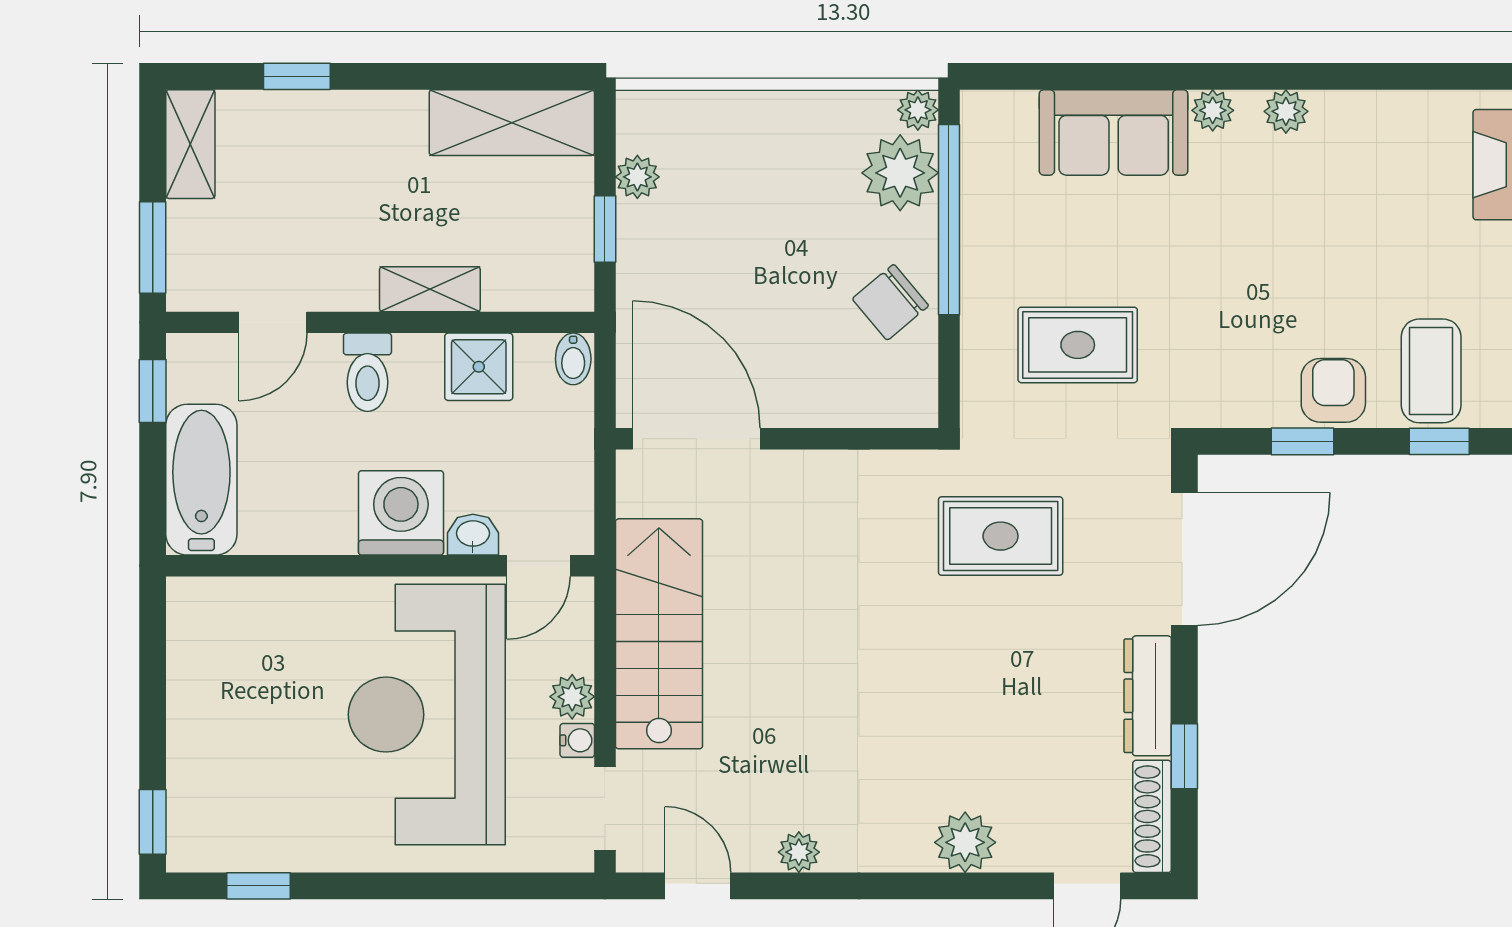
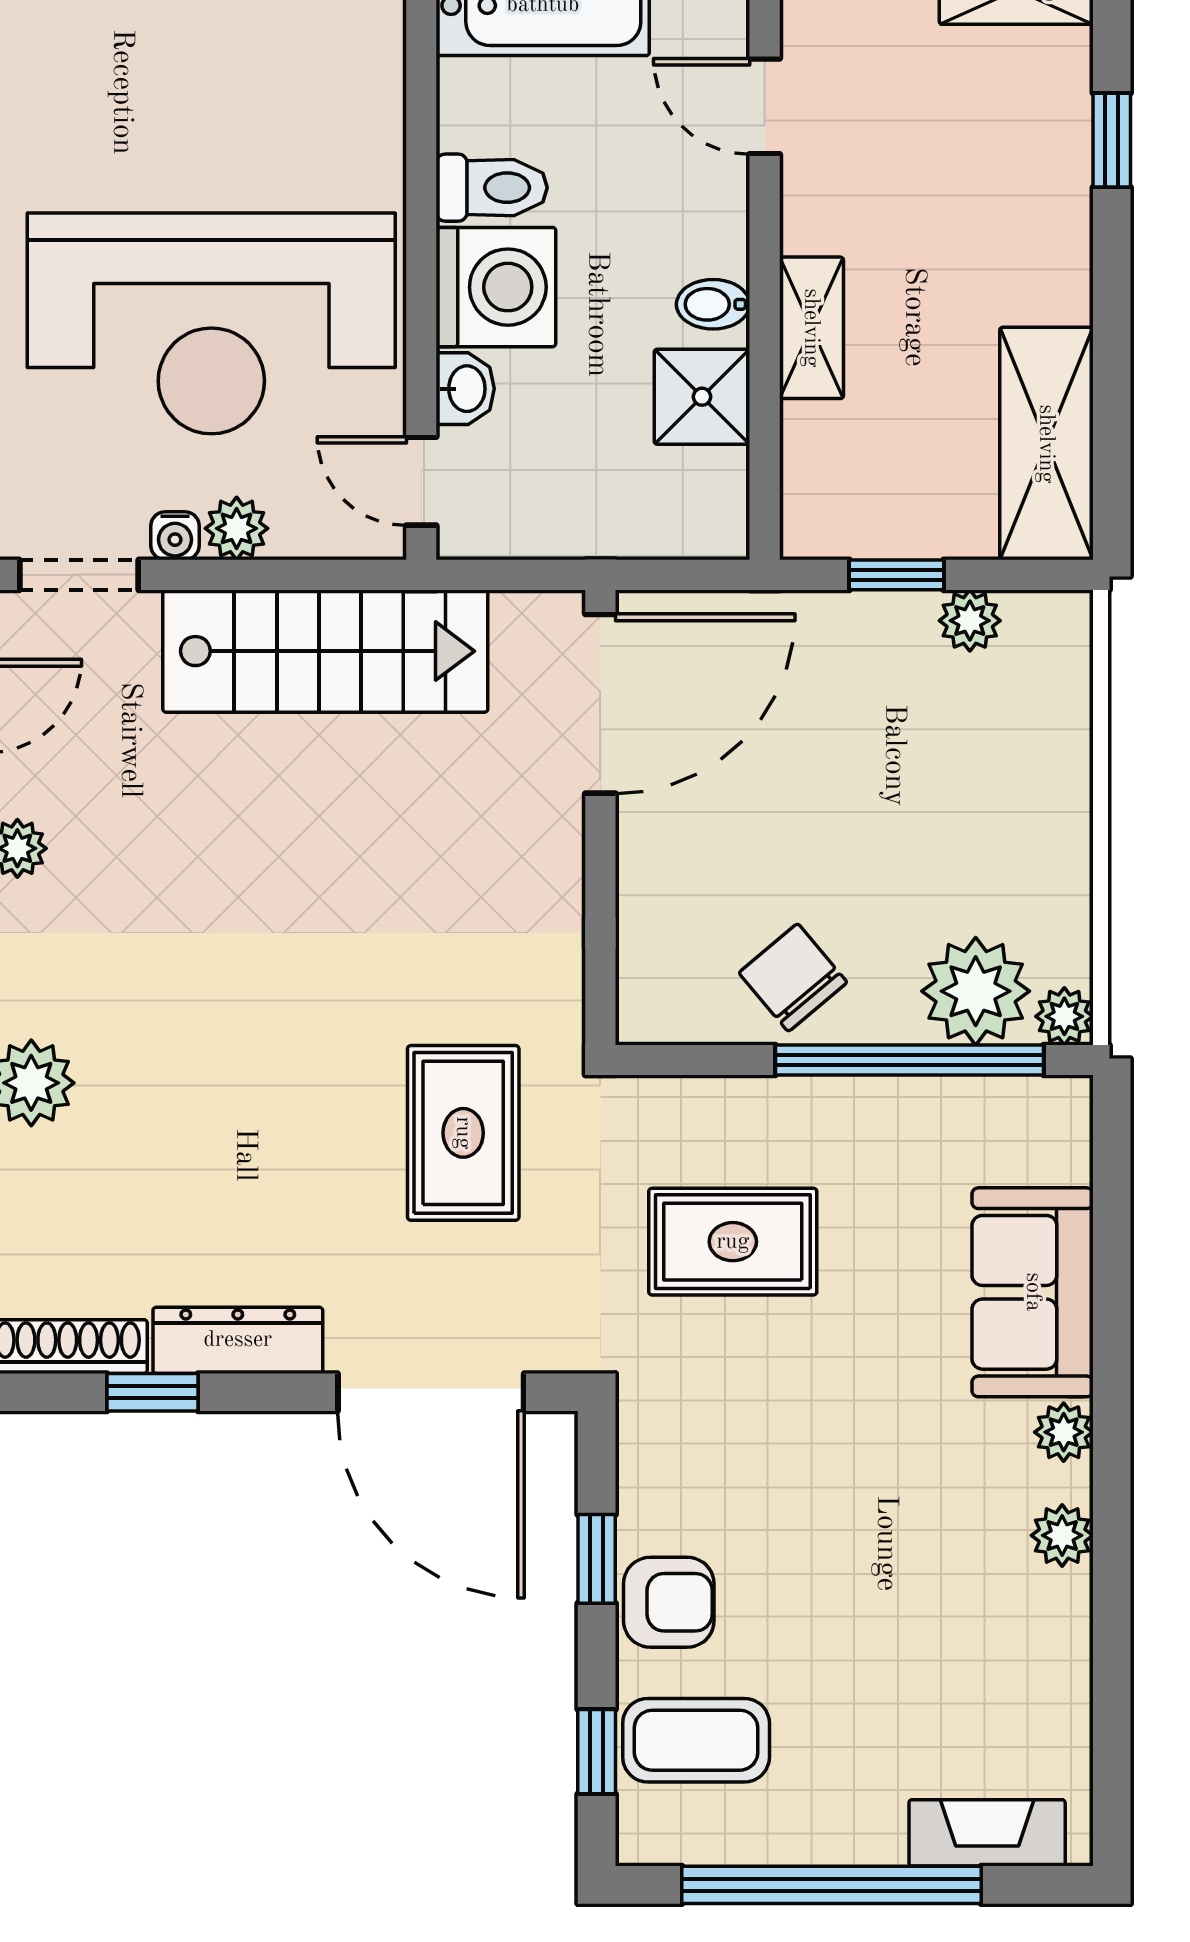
rug: (1078, 345) -> (733, 1242), turned 90
bidet: (573, 359) -> (713, 304), moved
toilet: (367, 372) -> (492, 188), moved, turned 180
reception desk: (427, 715) -> (211, 323), turned 180

